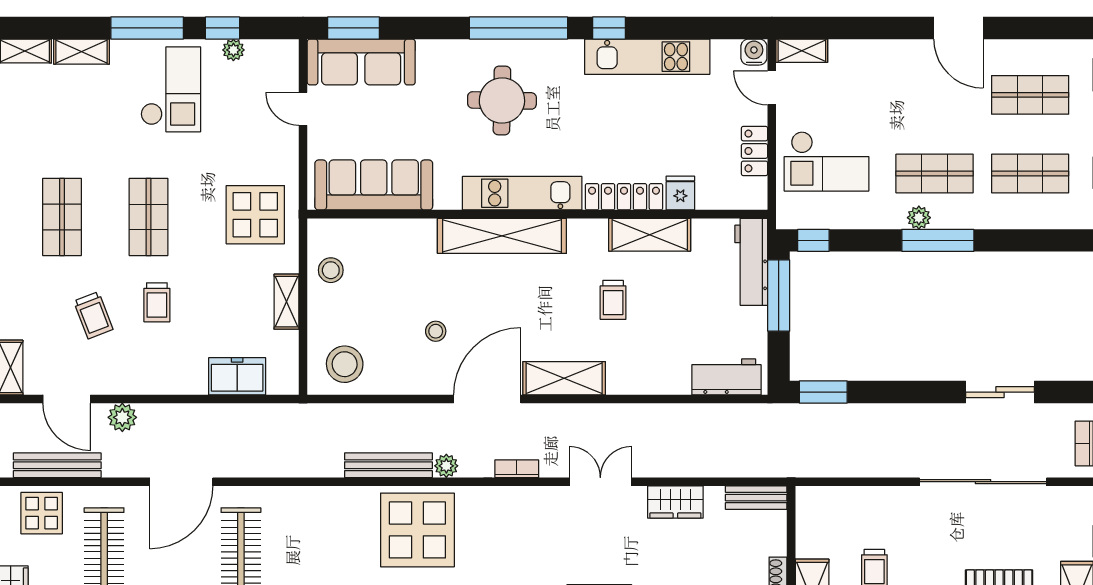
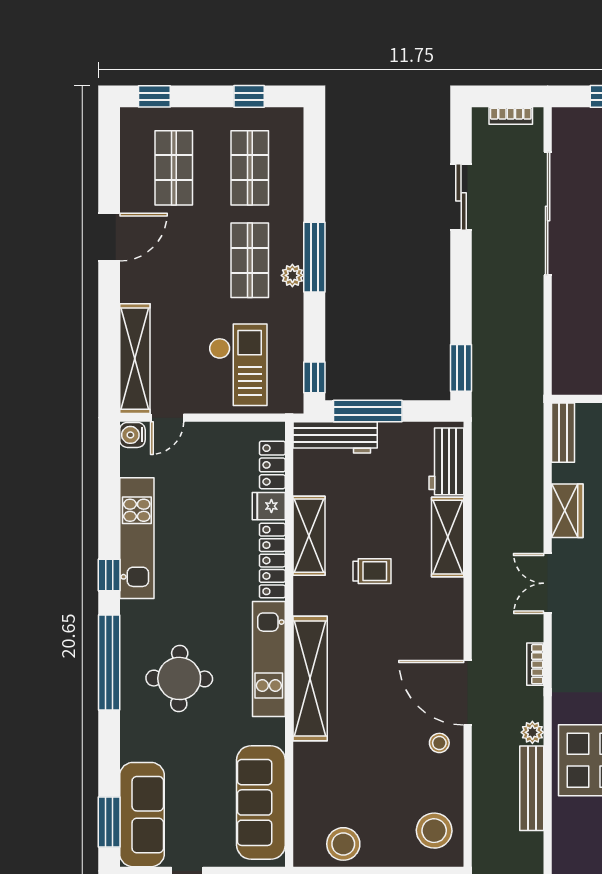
shelving: (802, 51) -> (135, 359), width x2.20, depth x1.33
locker: (754, 151) -> (272, 465), moved, turned 90
stool: (331, 270) -> (343, 844), width x1.38, depth x1.38
stool: (436, 331) -> (439, 743), moved
shelving: (564, 378) -> (448, 537), moved

